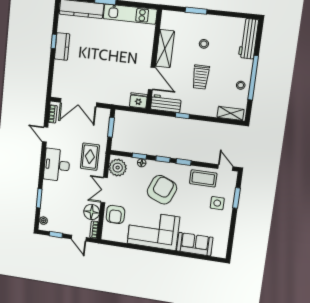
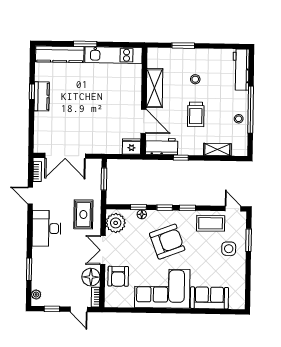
shelving: (231, 113) -> (217, 149), moved
armchair: (162, 190) -> (167, 242), turned 47

